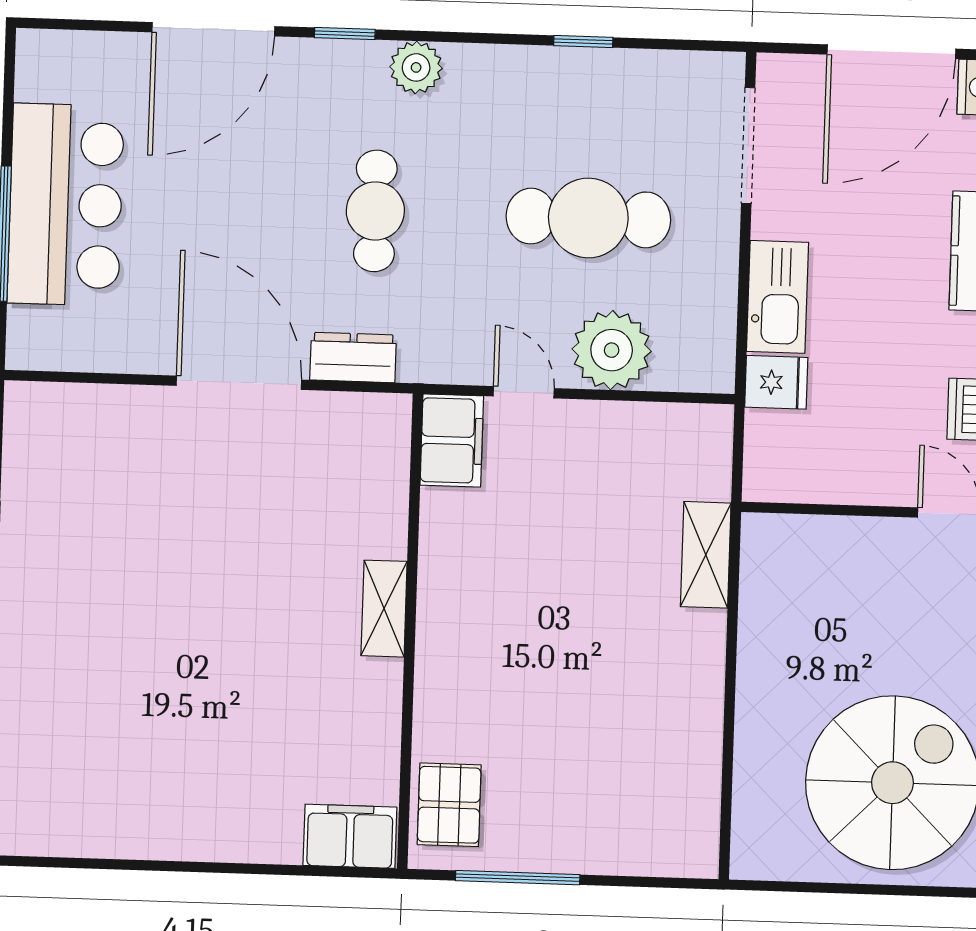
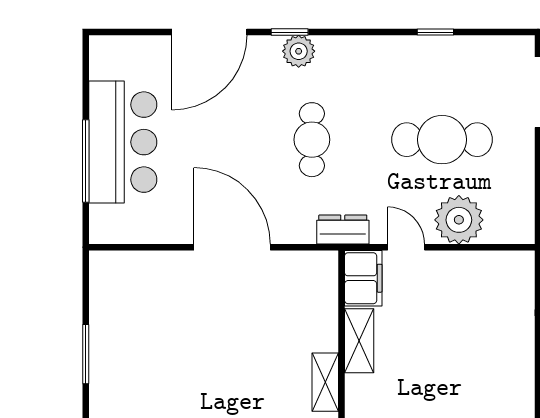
plant: (416, 67) -> (299, 51), moved
dresser: (353, 357) -> (343, 230), moved
shelving: (706, 555) -> (359, 341), moved

